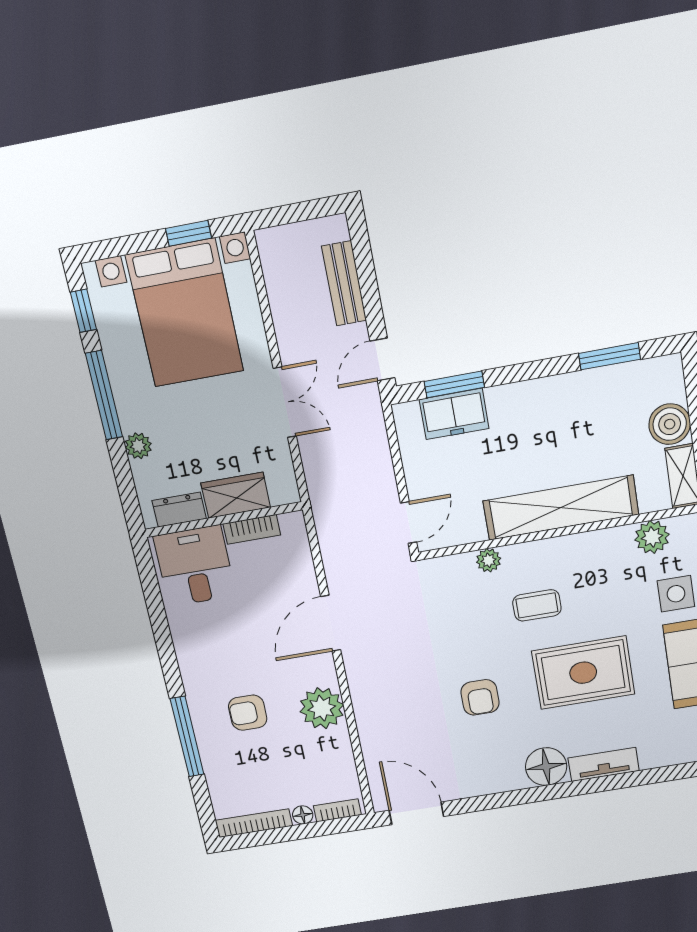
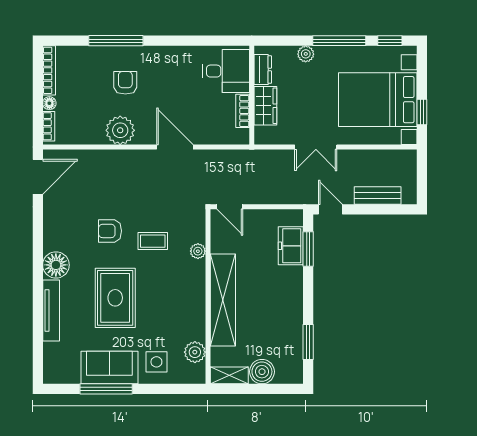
coffee table: (537, 605) -> (153, 241), moved, turned 90
tv unit: (604, 764) -> (51, 311), width x1.41

